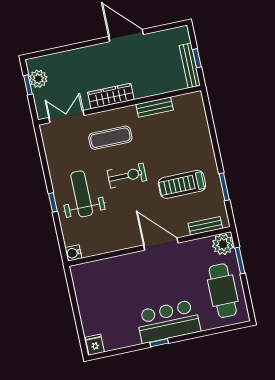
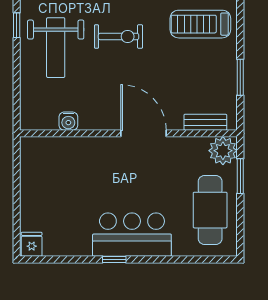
treadmill: (182, 184) -> (200, 24), moved
weight bench: (82, 194) -> (56, 48), turned 180
window: (53, 202) -> (17, 25), moved
water cooler: (73, 253) -> (68, 121), moved, turned -90

